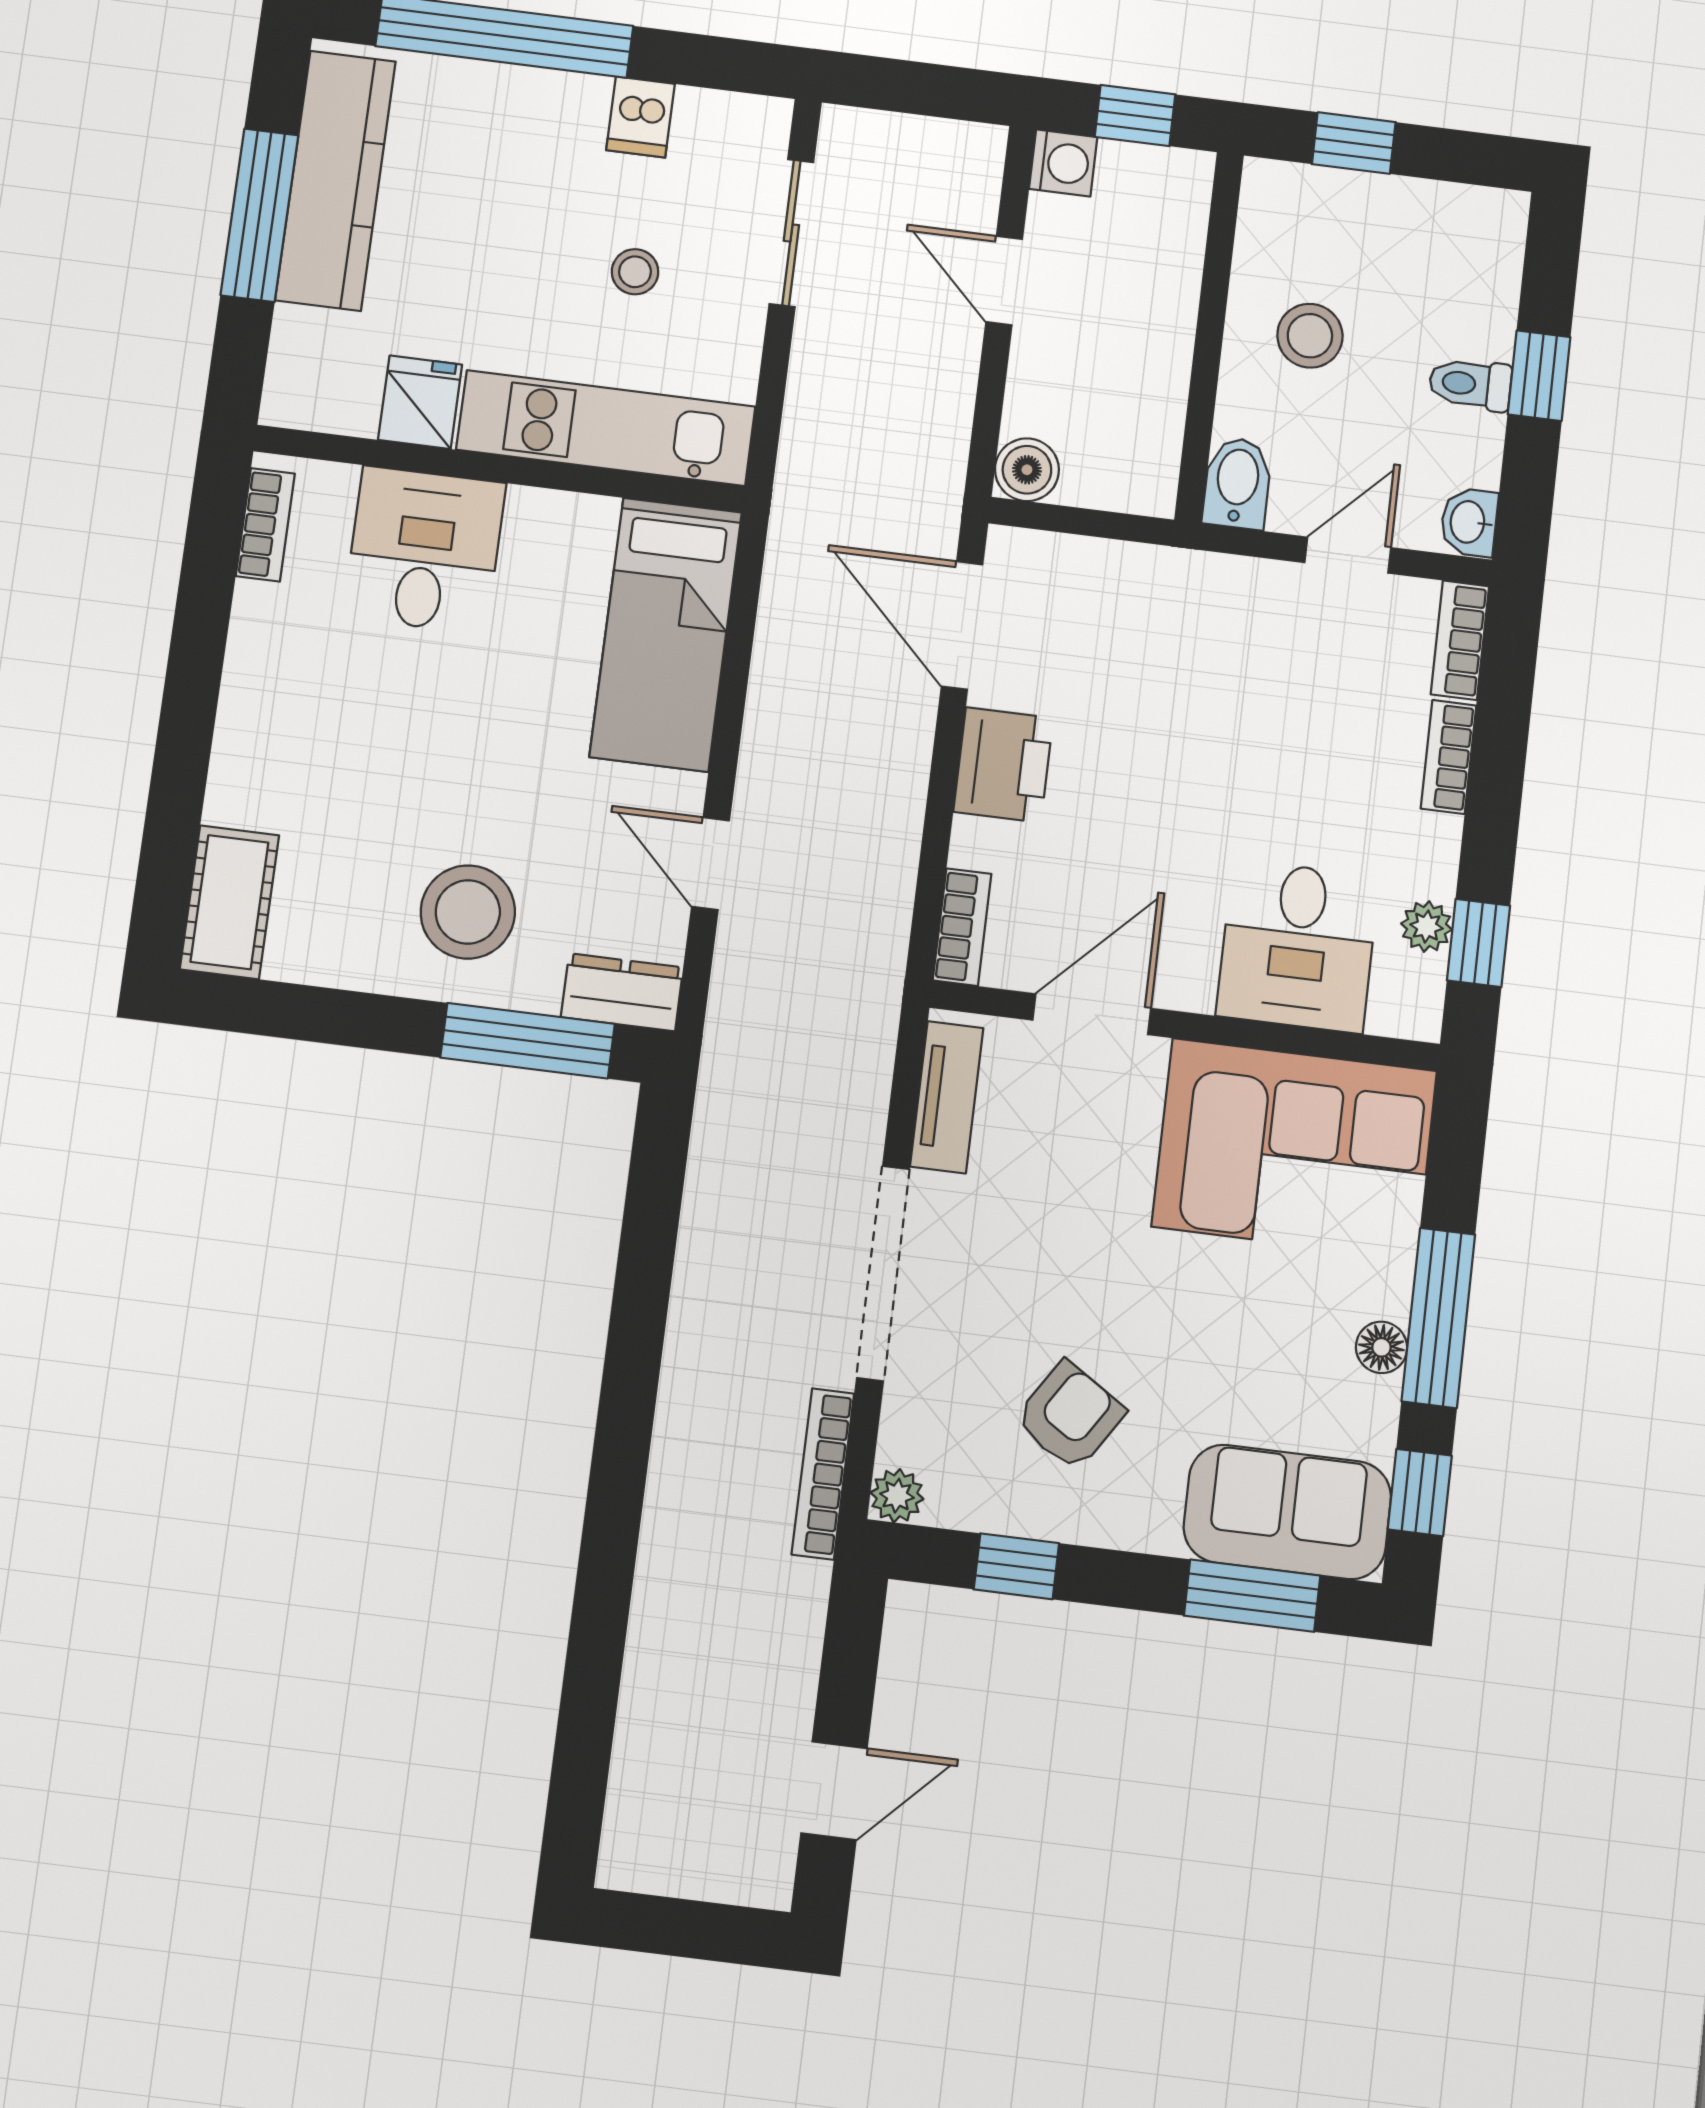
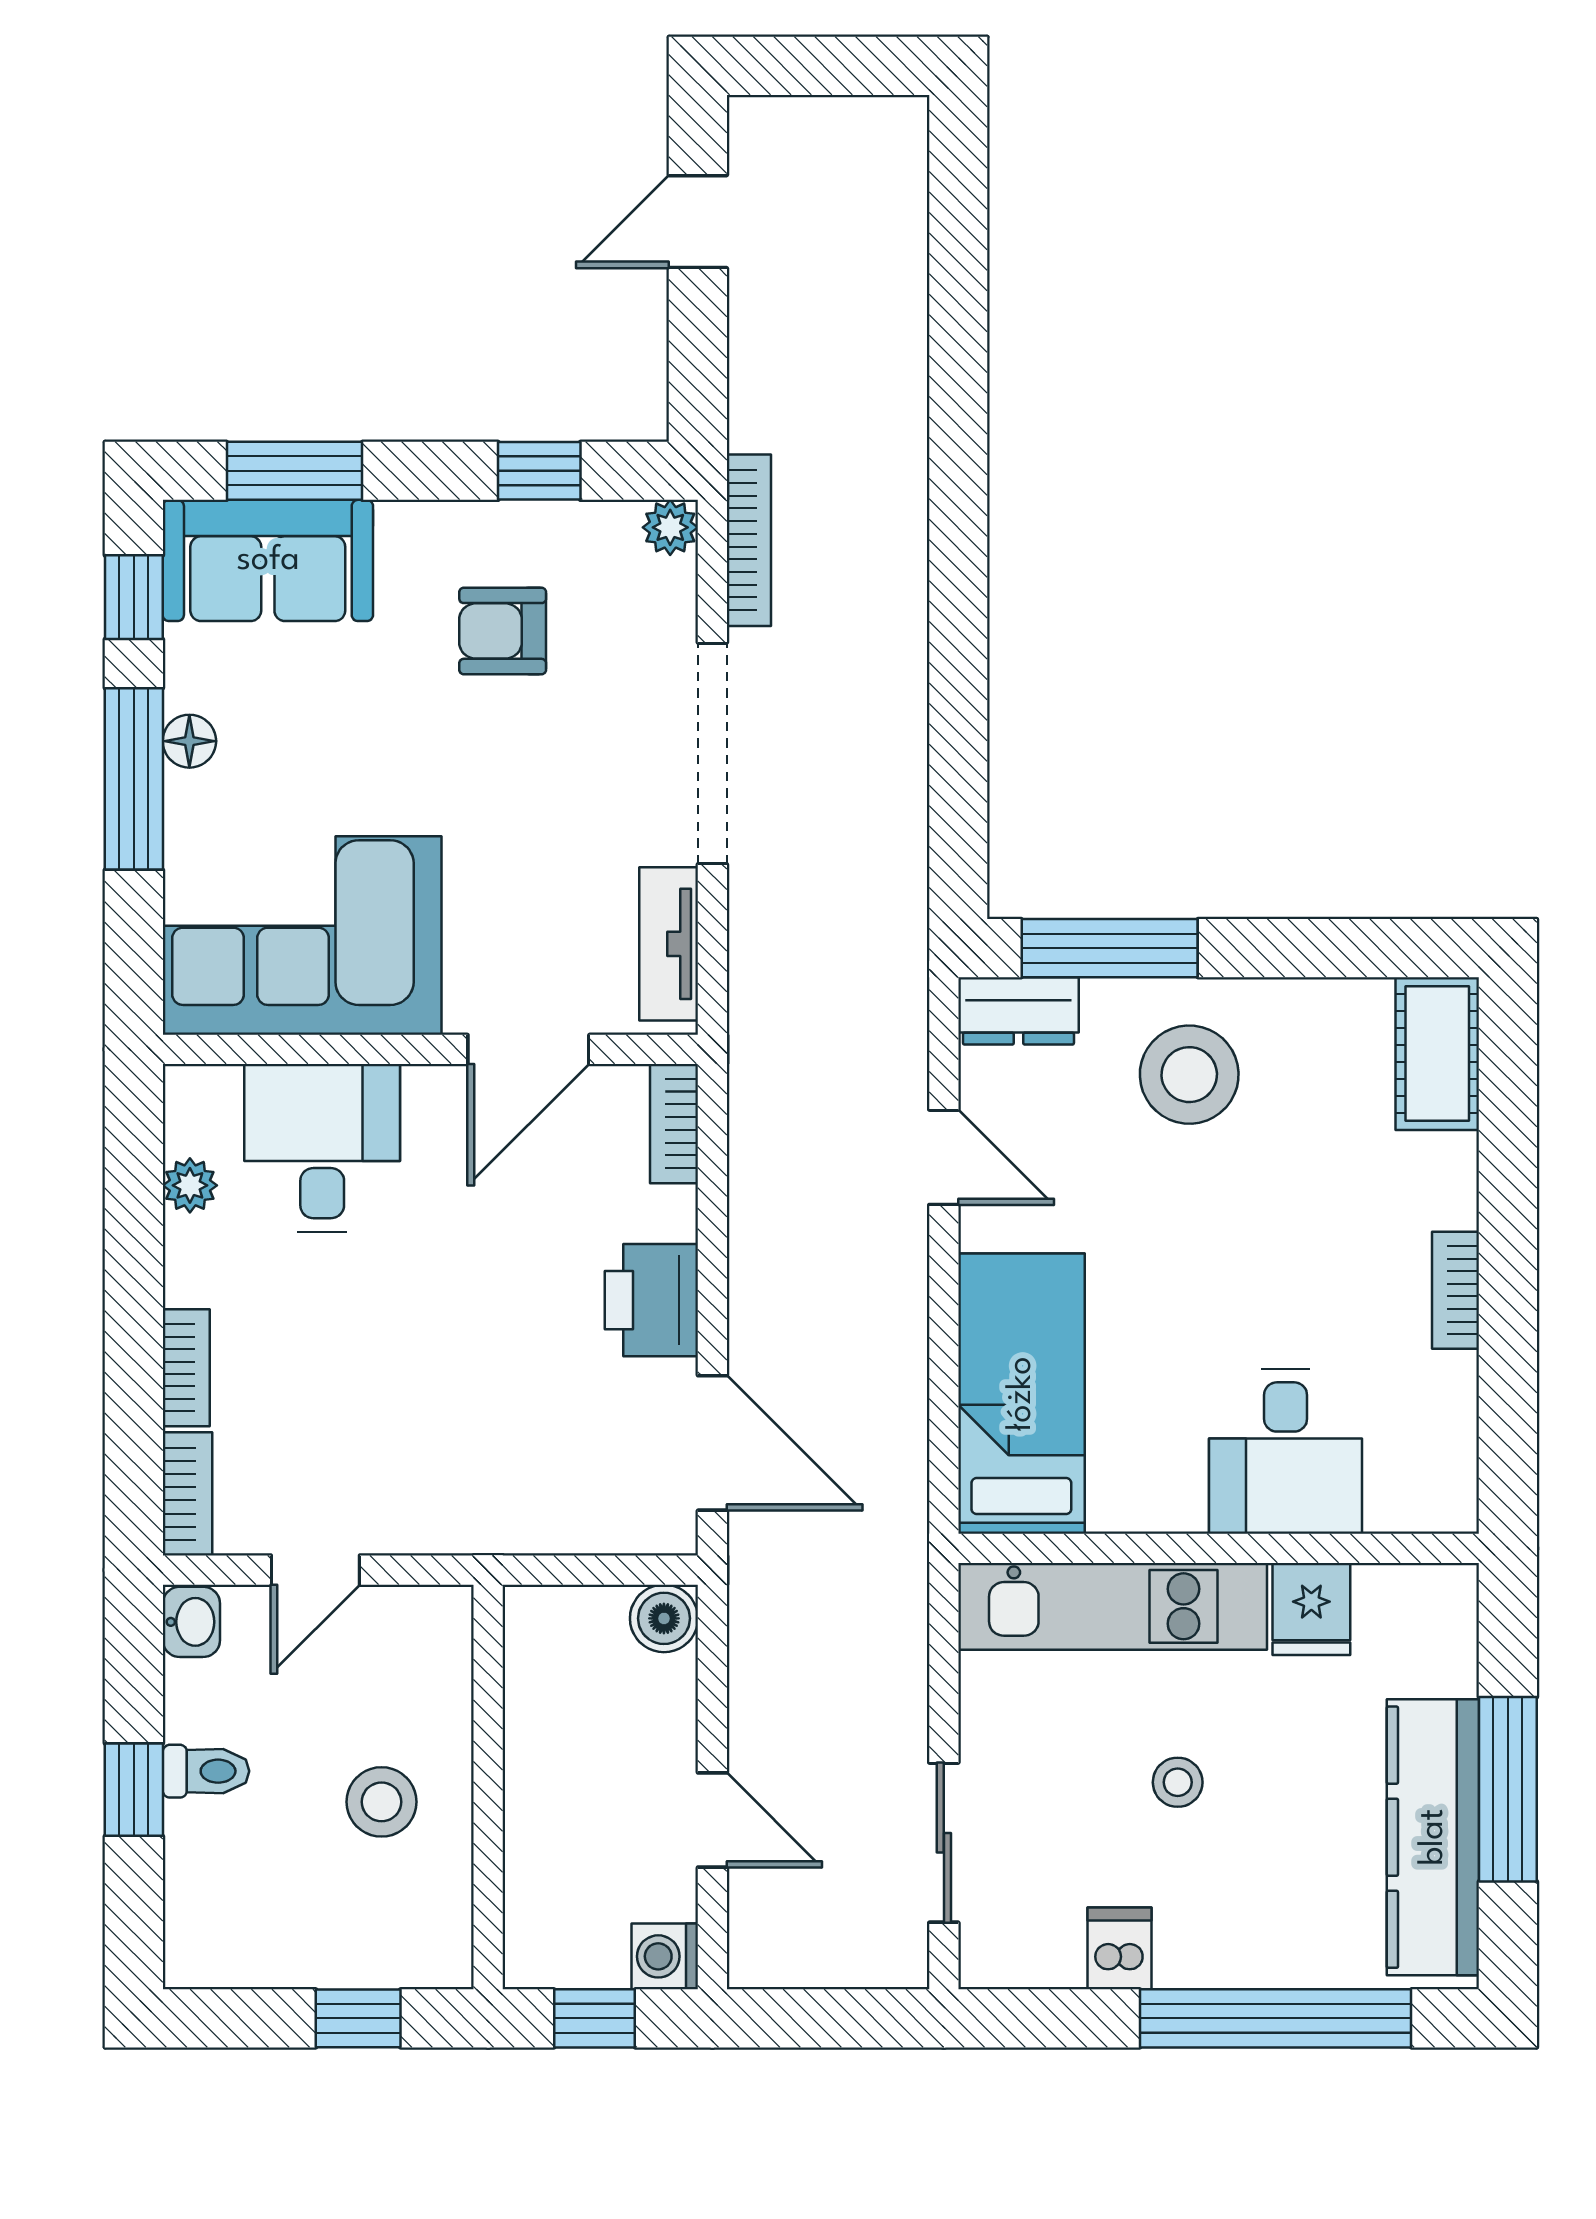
stool: (635, 272) -> (1178, 1782), moved
bidet: (1237, 483) -> (441, 1633), removed
bookcase: (265, 525) -> (1456, 1290), moved
window: (1478, 943) -> (134, 1175), removed
armchair: (1070, 1416) -> (503, 631), turned 57

